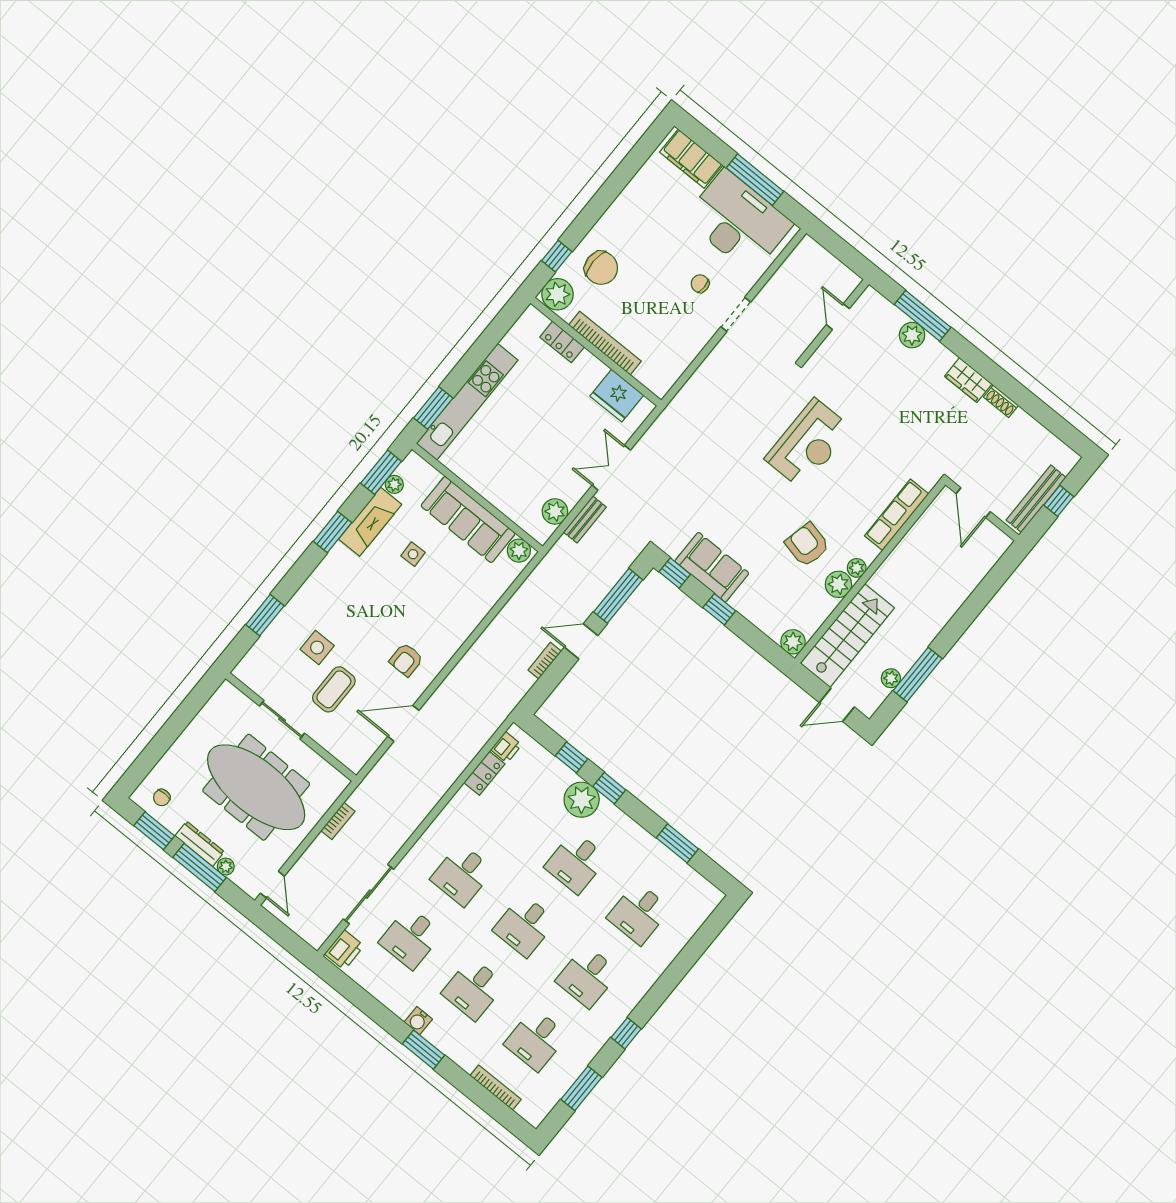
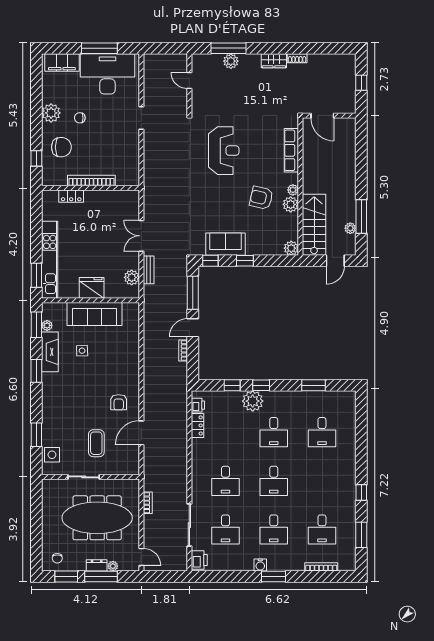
chair: (700, 284) -> (80, 118), moved
plant: (557, 294) -> (51, 113), moved
fridge: (617, 396) -> (92, 288), moved, turned 180
bench: (1036, 499) -> (350, 90), removed
plant: (519, 551) -> (130, 309), removed
side table: (317, 648) -> (52, 455), moved
dresser: (200, 844) -> (97, 565), width x0.70
desk: (587, 976) -> (322, 481), removed

